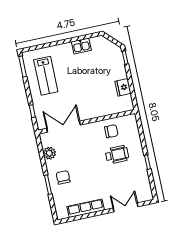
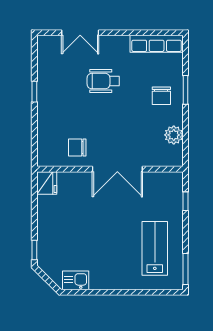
kitchen sink: (81, 46) -> (76, 280), moved
fridge: (123, 87) -> (47, 183), moved
double door: (64, 127) -> (117, 169), moved
wheelchair: (117, 155) -> (103, 81), moved
row of seats: (86, 208) -> (157, 44), moved

